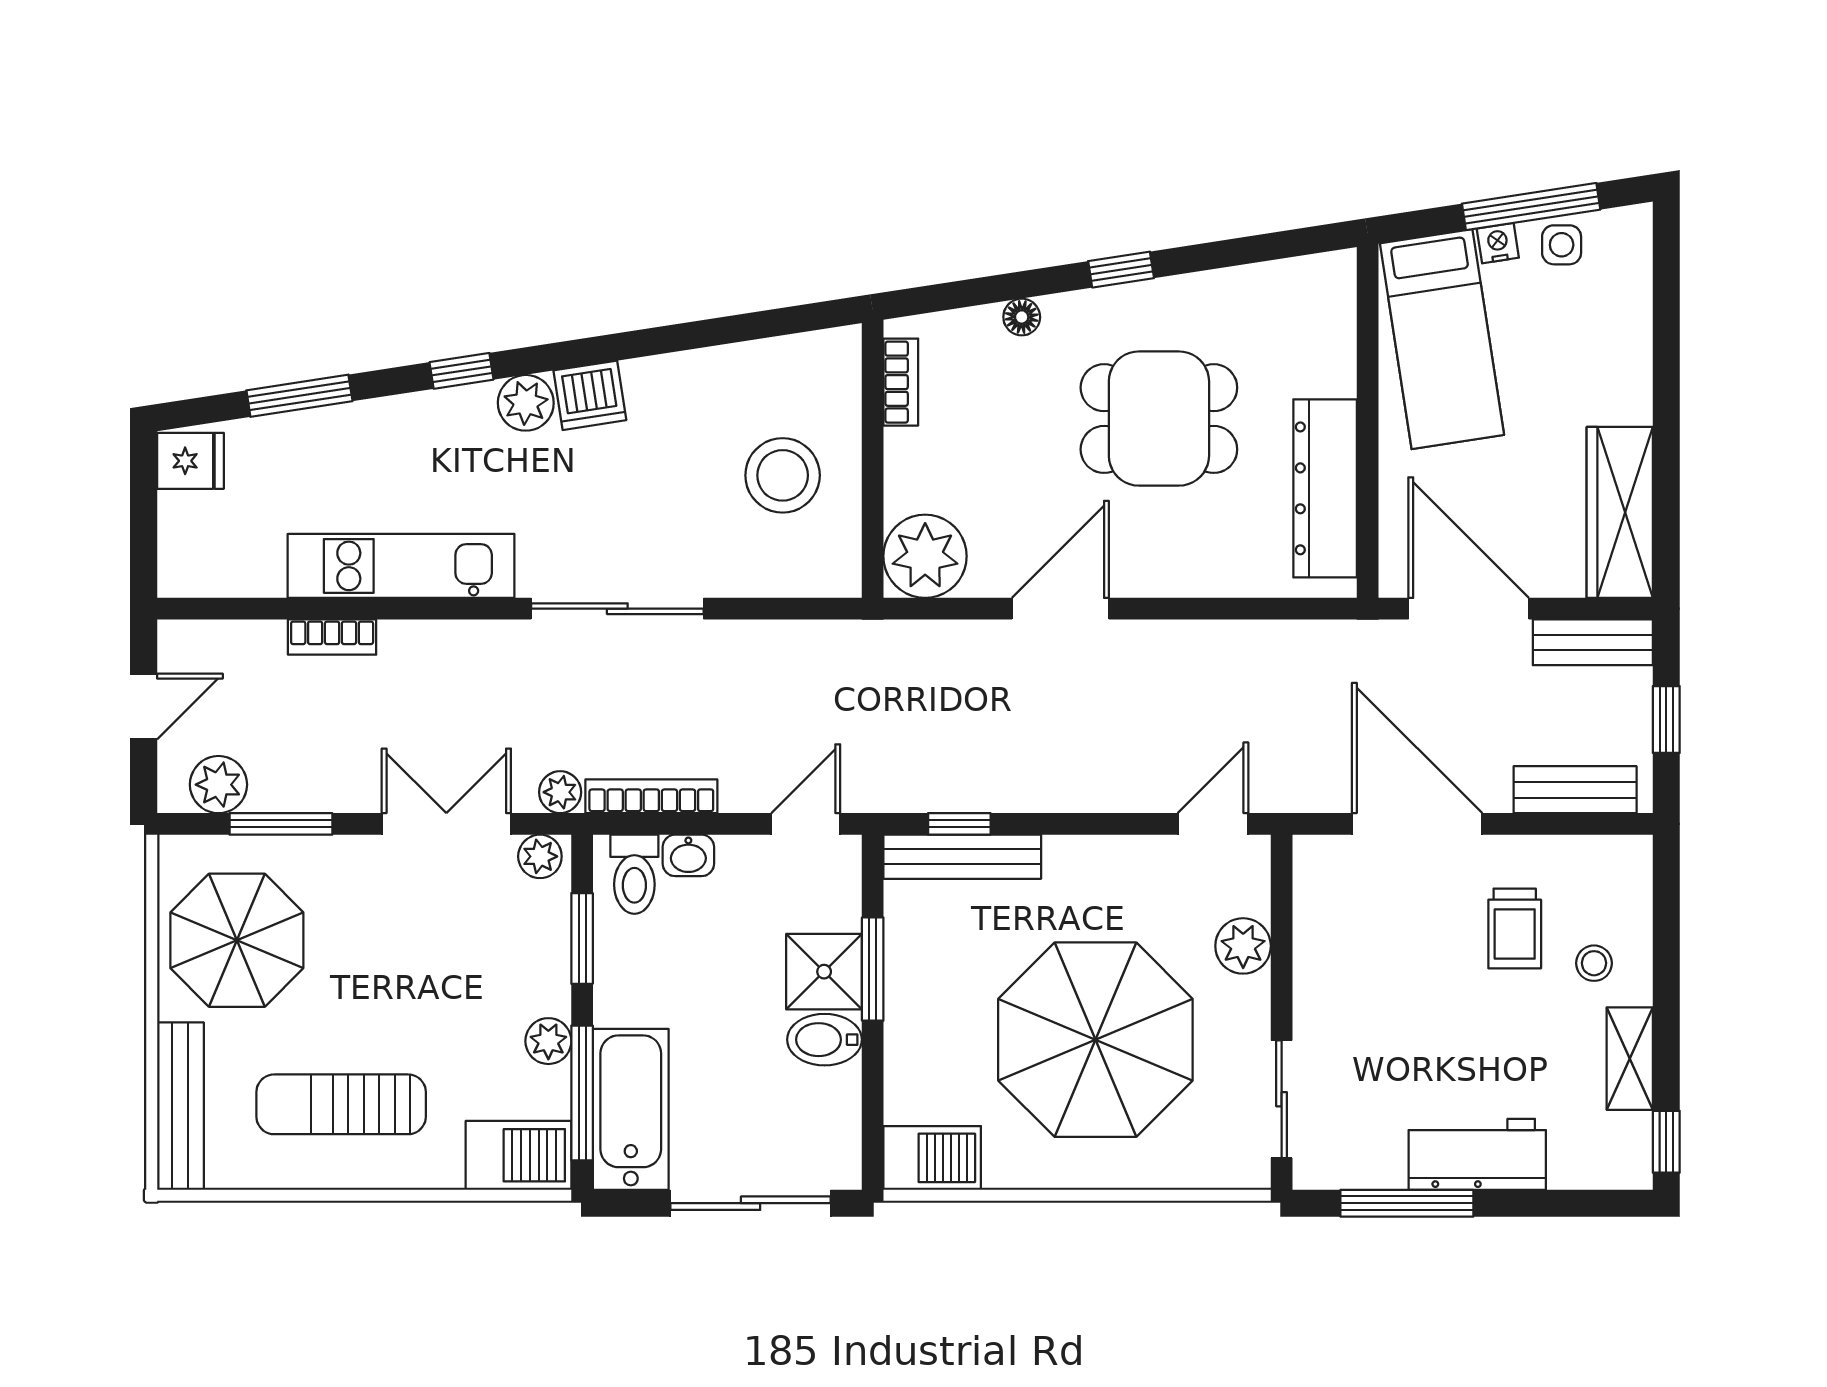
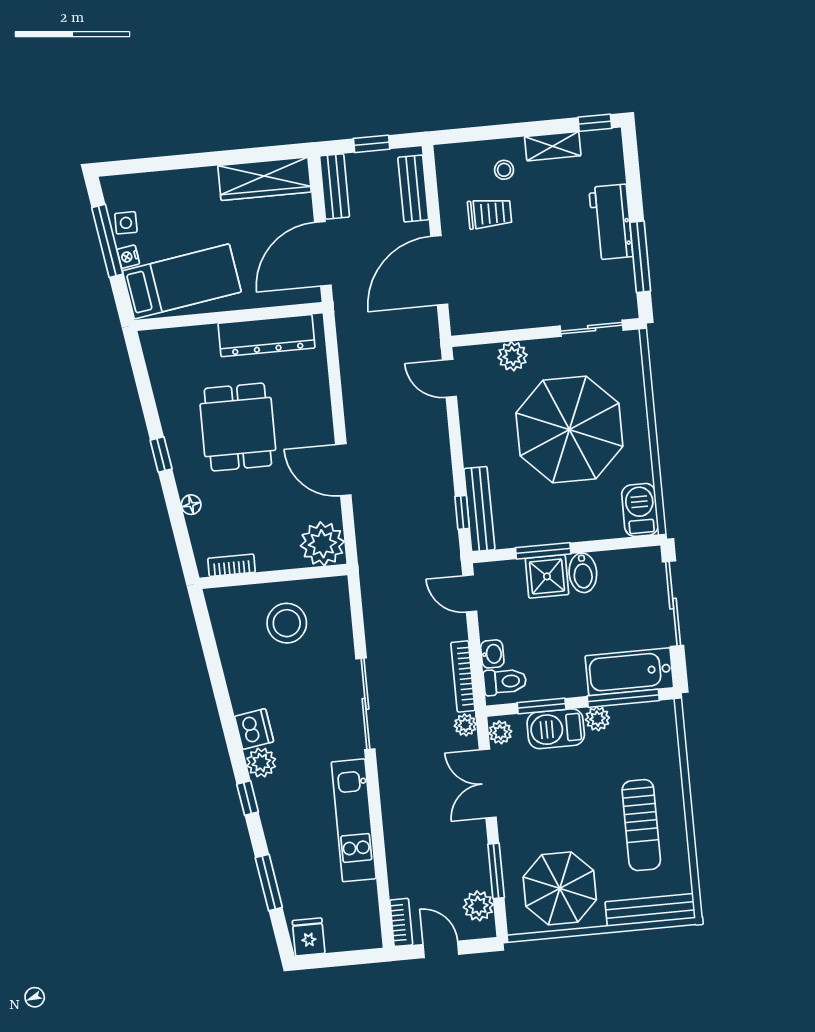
bookcase: (332, 637) -> (401, 922), moved
barbecue: (519, 1155) -> (556, 729), moved, turned -90

